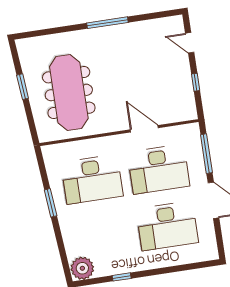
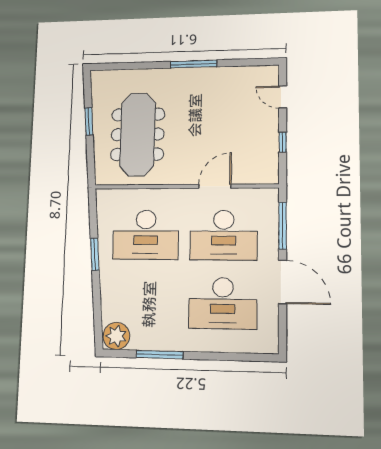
door: (144, 129) -> (215, 186), hinge flipped
window: (122, 277) -> (159, 355), width x2.17

